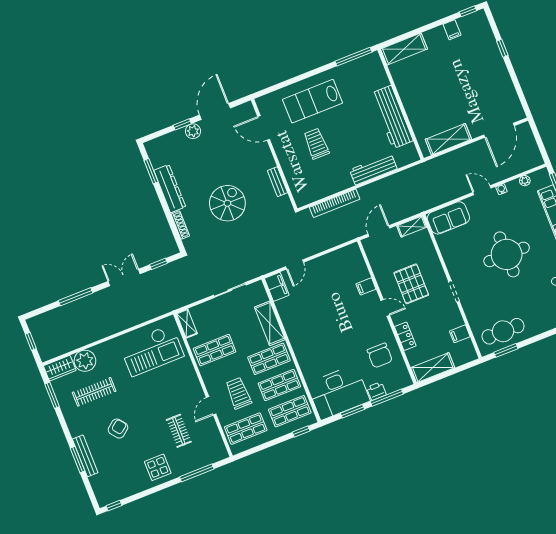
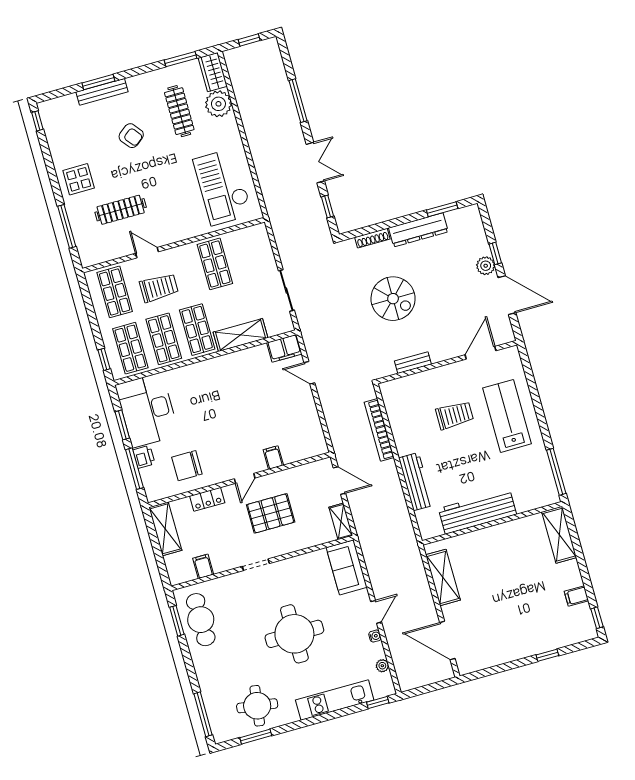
shelving: (187, 323) -> (251, 233), removed
clothes rail: (179, 431) -> (121, 210), width x1.36

